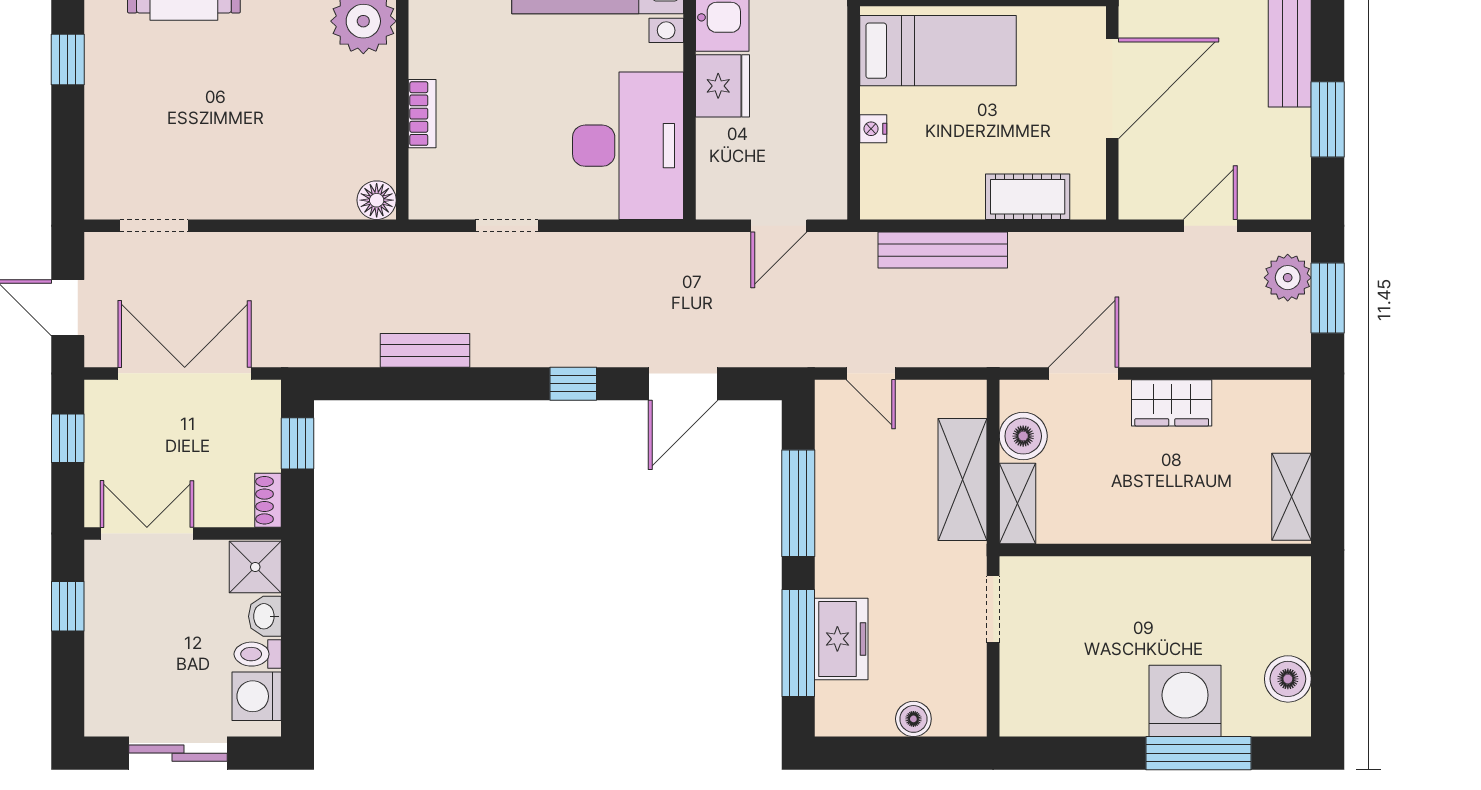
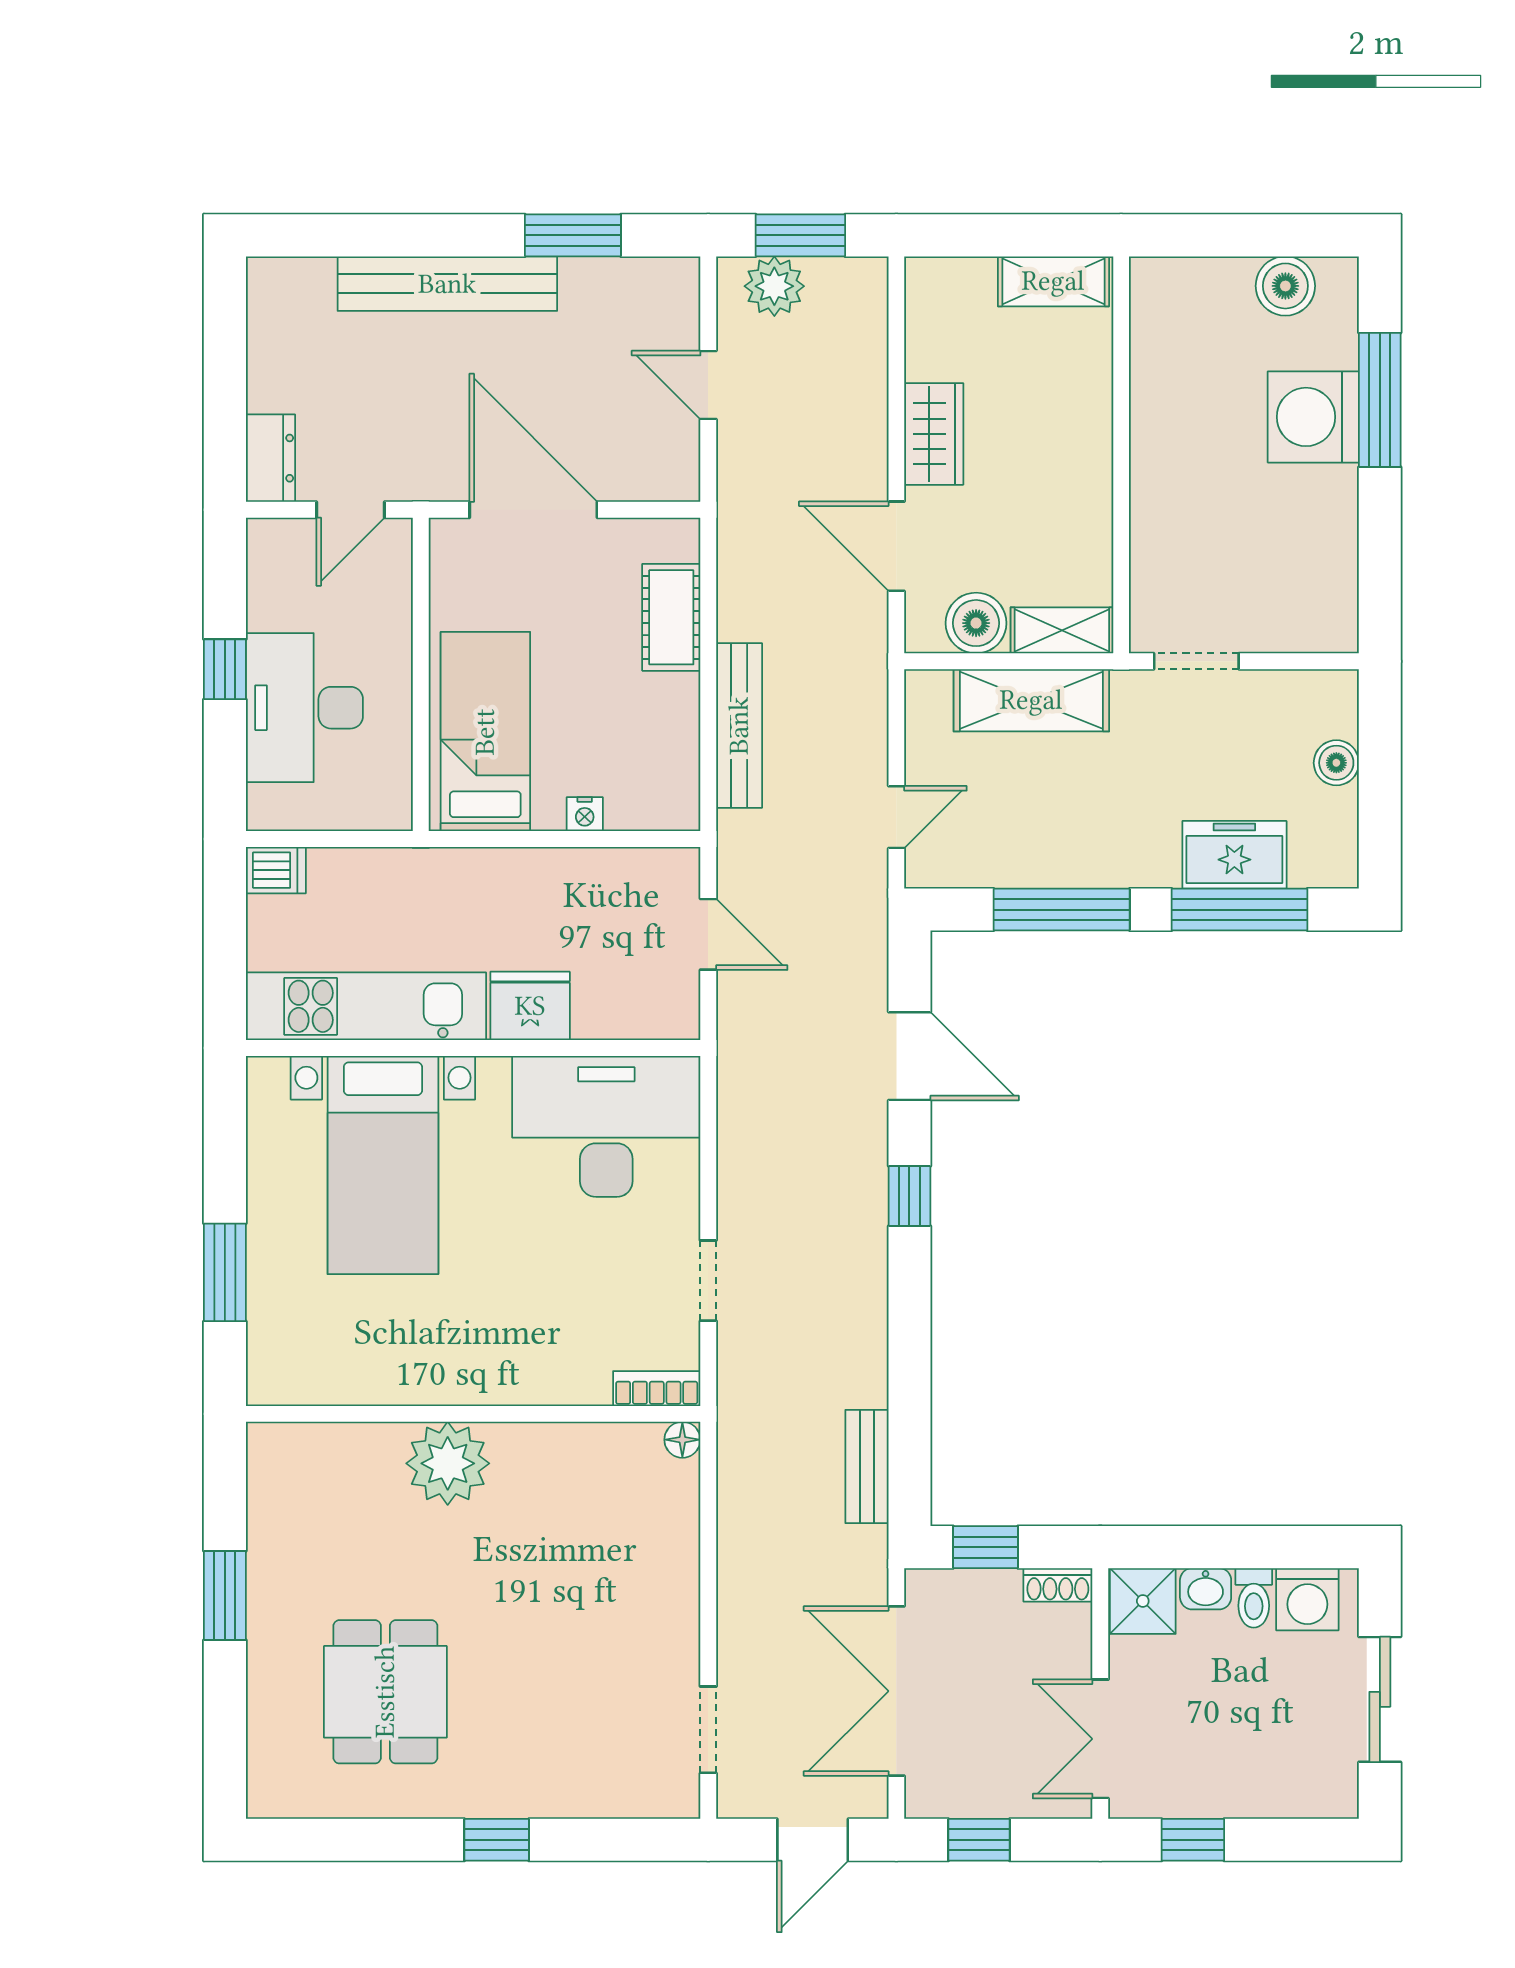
bookcase: (422, 114) -> (657, 1389), moved
floor lamp: (377, 200) -> (682, 1440), width x0.73, depth x0.73
bench: (425, 350) -> (867, 1466), moved

